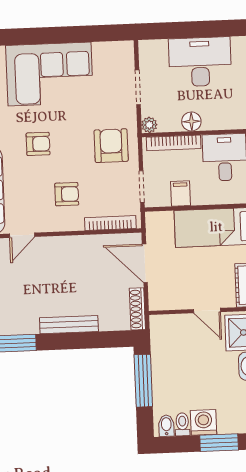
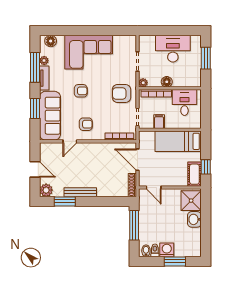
armchair: (111, 146) -> (121, 93), turned -90
armchair: (67, 194) -> (86, 124), moved
door: (207, 311) -> (154, 188), moved
bench: (69, 325) -> (80, 192), moved

